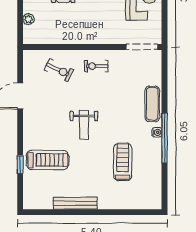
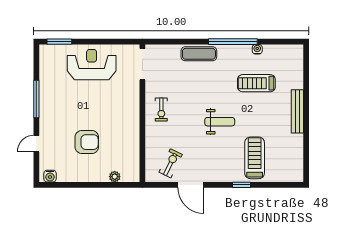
exercise bike: (59, 70) -> (171, 163), moved
water cooler: (157, 132) -> (257, 49), moved
window: (20, 165) -> (241, 185), moved
bench: (75, 203) -> (297, 111), moved

